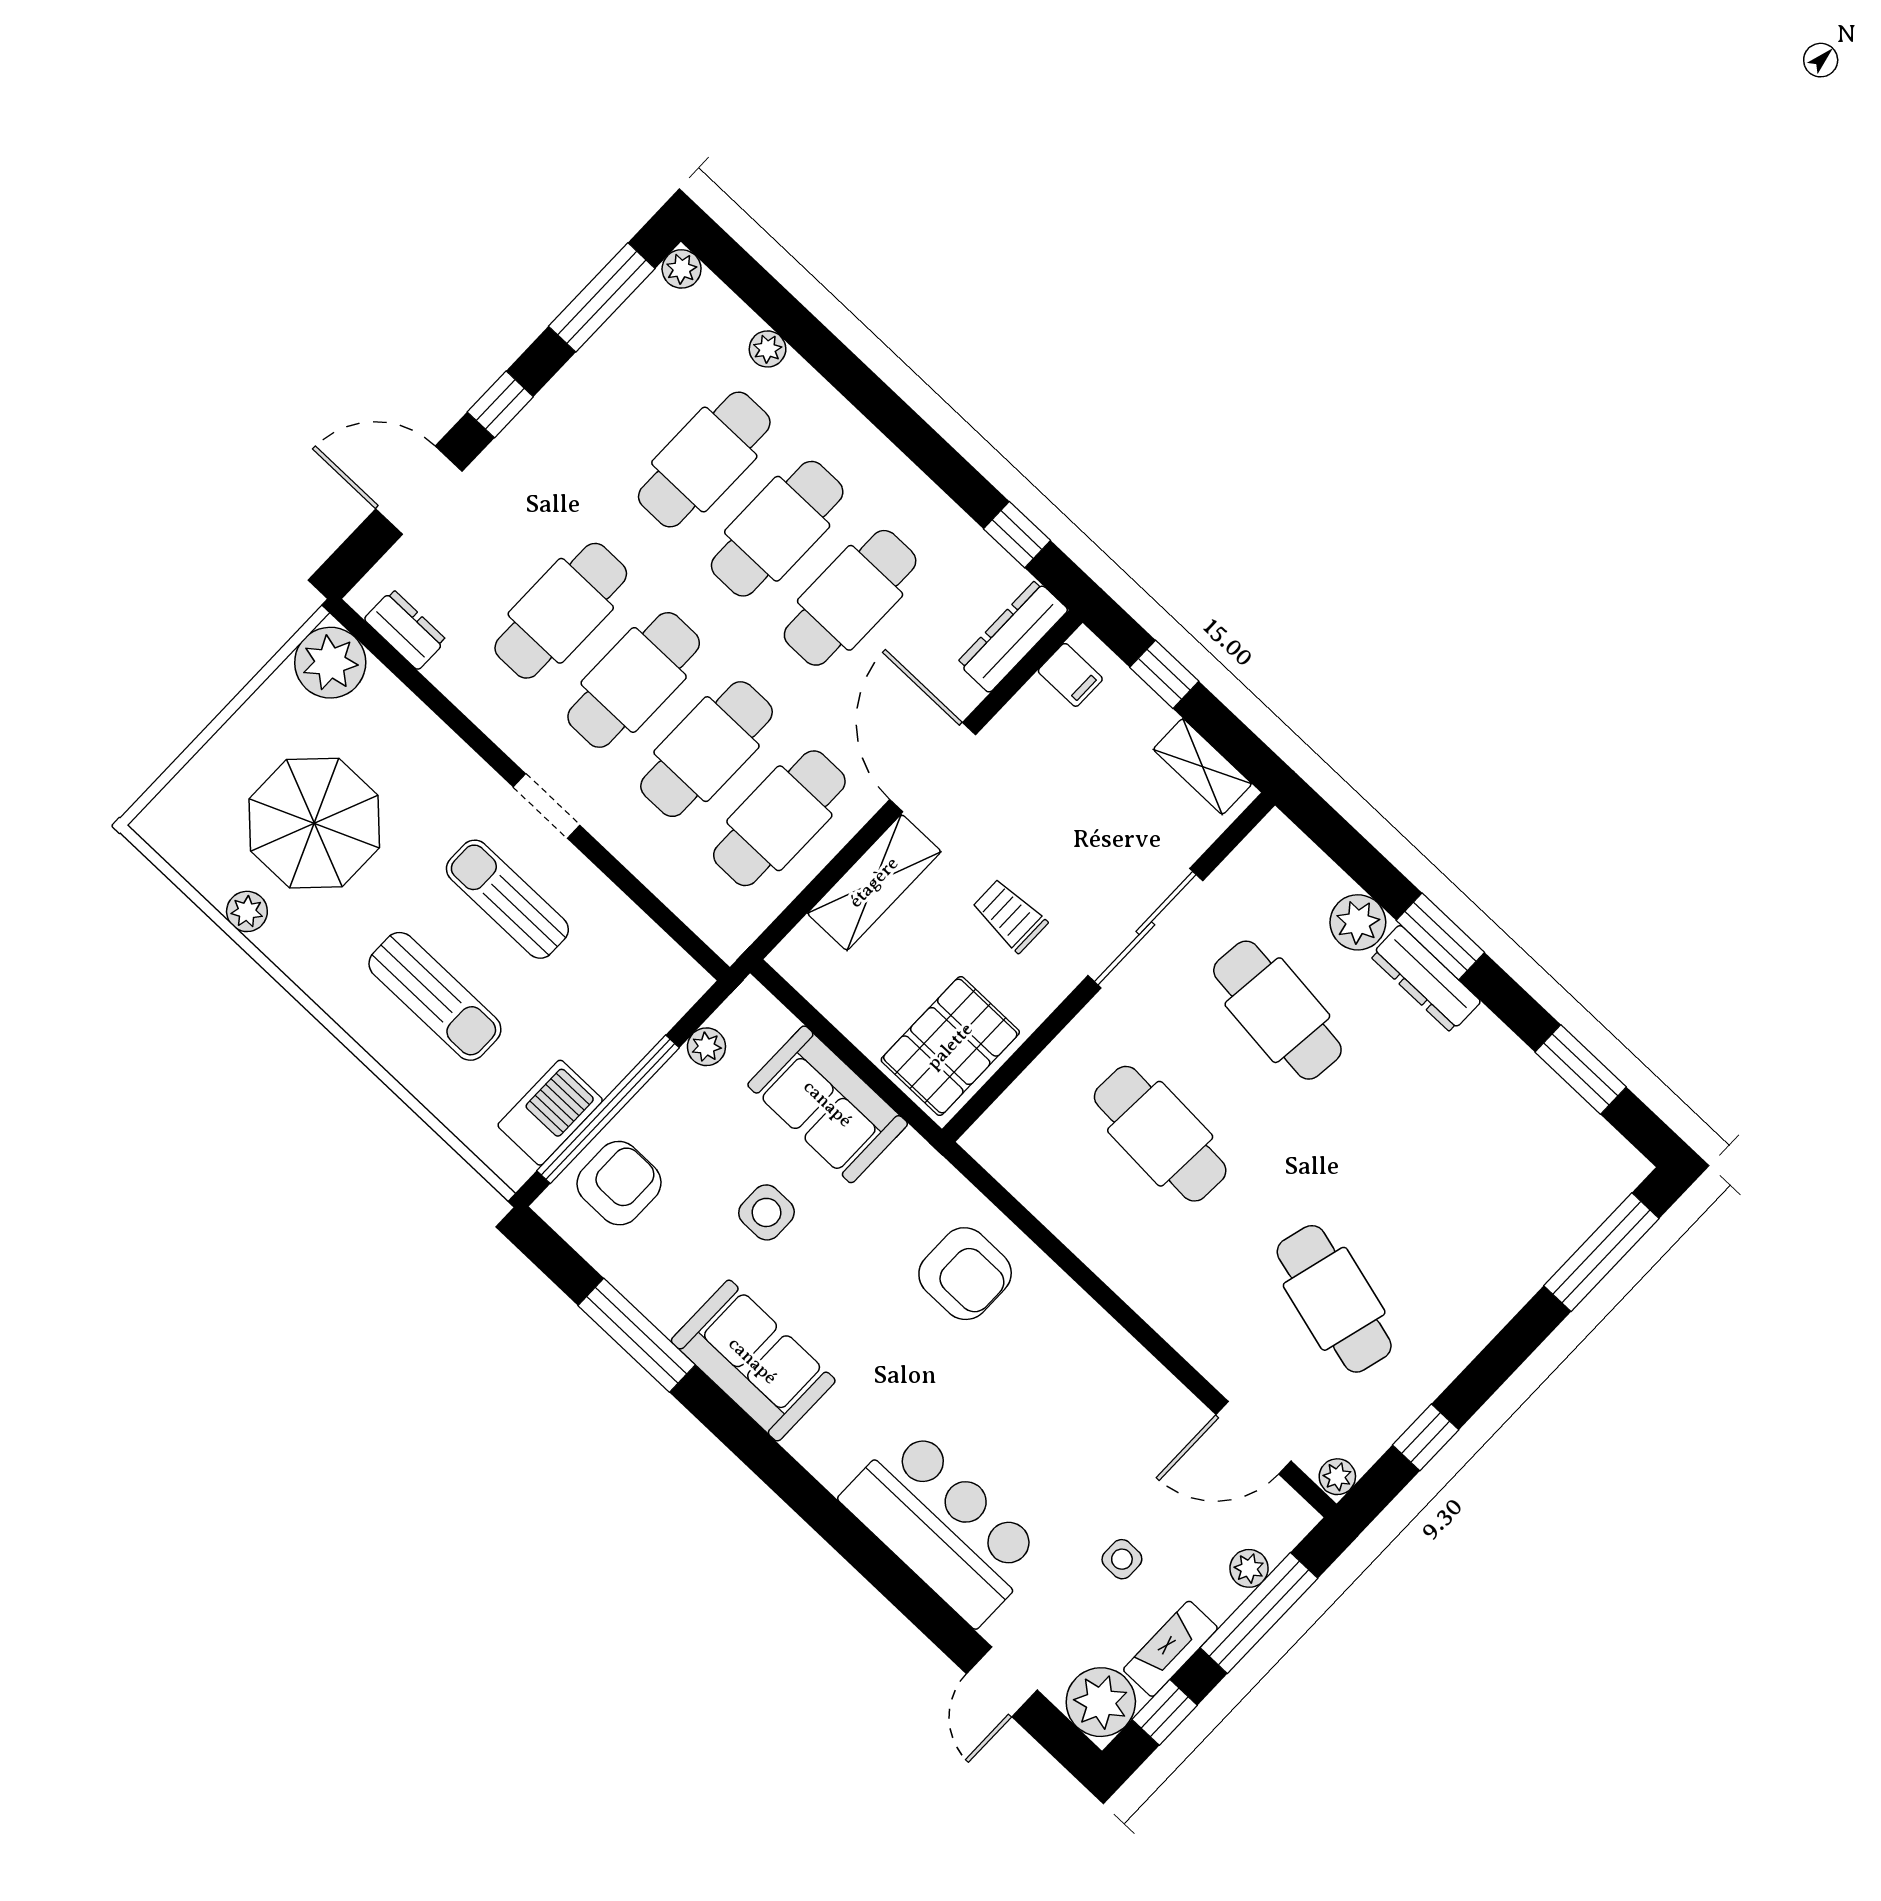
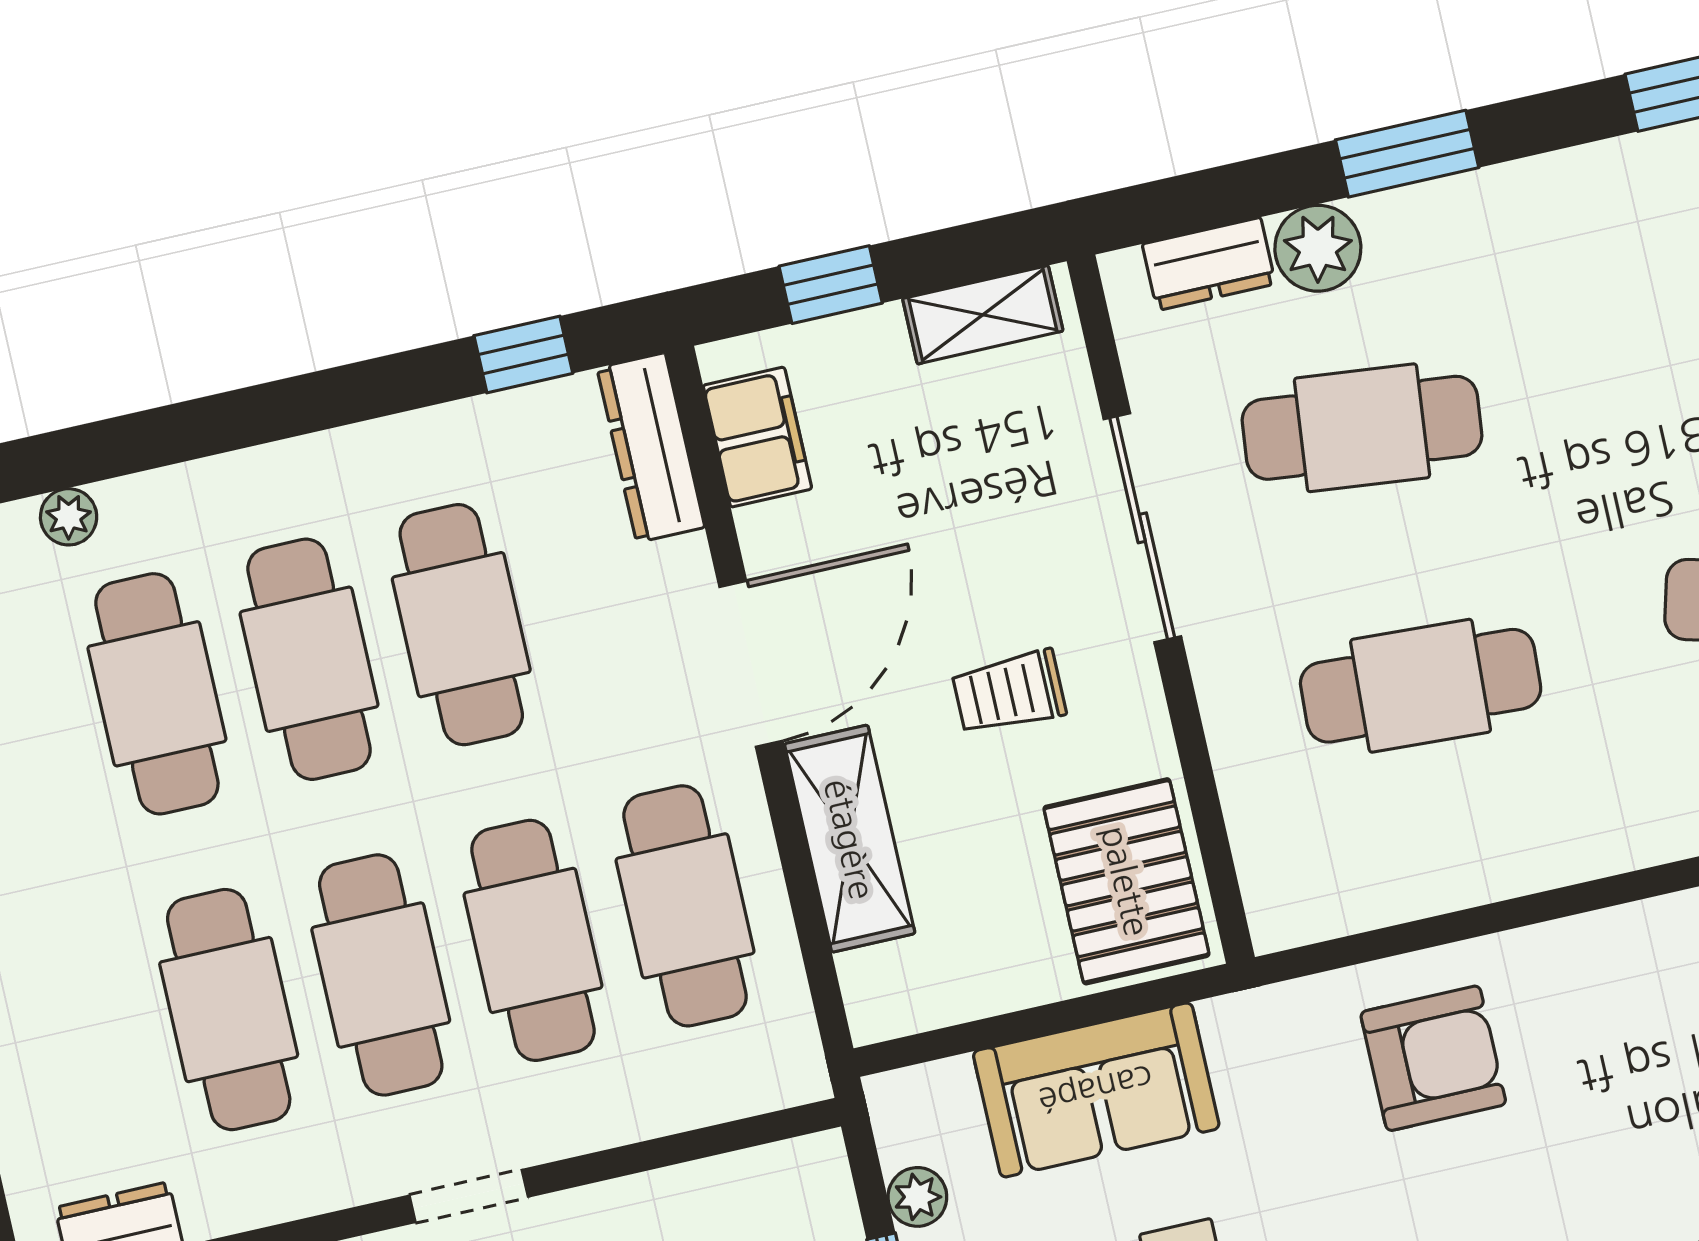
filing cabinet: (1070, 675) -> (757, 437), width x2.00
door: (933, 767) -> (751, 664), swing flipped
dresser: (1425, 979) -> (1209, 264), moved, width x0.70

